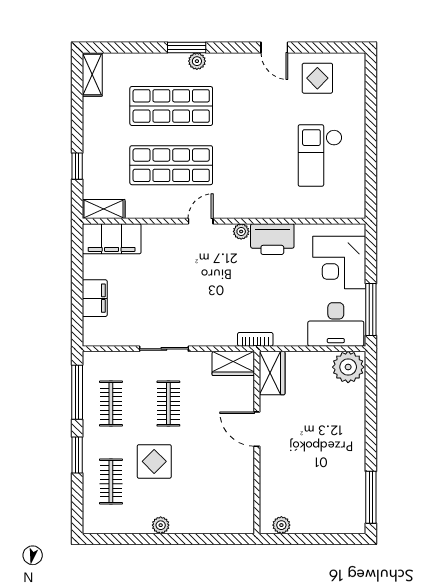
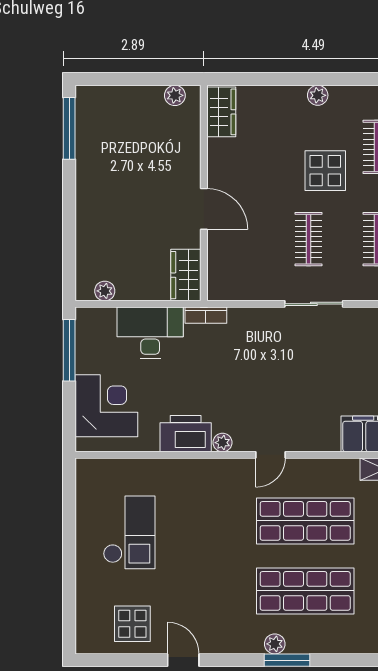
desk: (336, 324) -> (150, 333), moved
wardrobe: (233, 363) -> (221, 112), moved, turned 90
plant: (348, 367) -> (105, 291), width x0.53, depth x0.53

